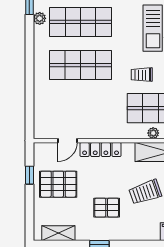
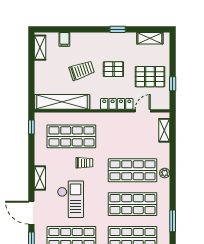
plant: (40, 18) -> (165, 173), moved
shelving: (40, 116) -> (164, 130), added
plant: (153, 133) -> (75, 117), removed
pallet: (107, 208) -> (113, 69), moved

